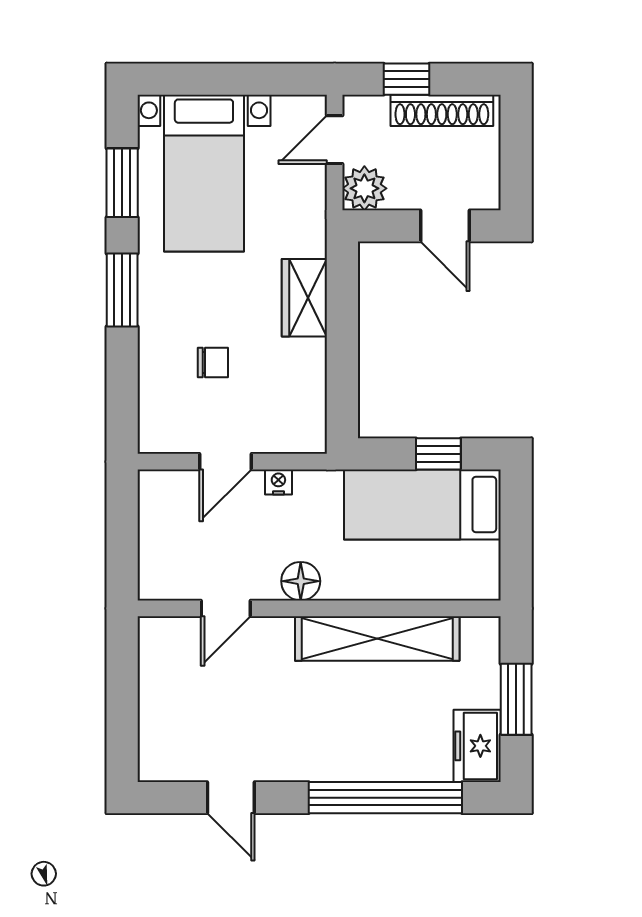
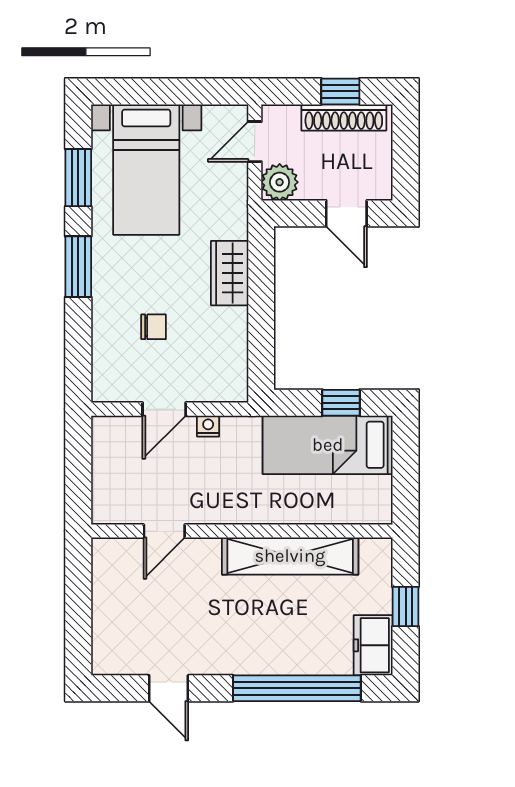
window: (406, 79) -> (340, 91), moved
floor lamp: (301, 581) -> (227, 508), removed
window: (516, 699) -> (406, 607), width x0.67

